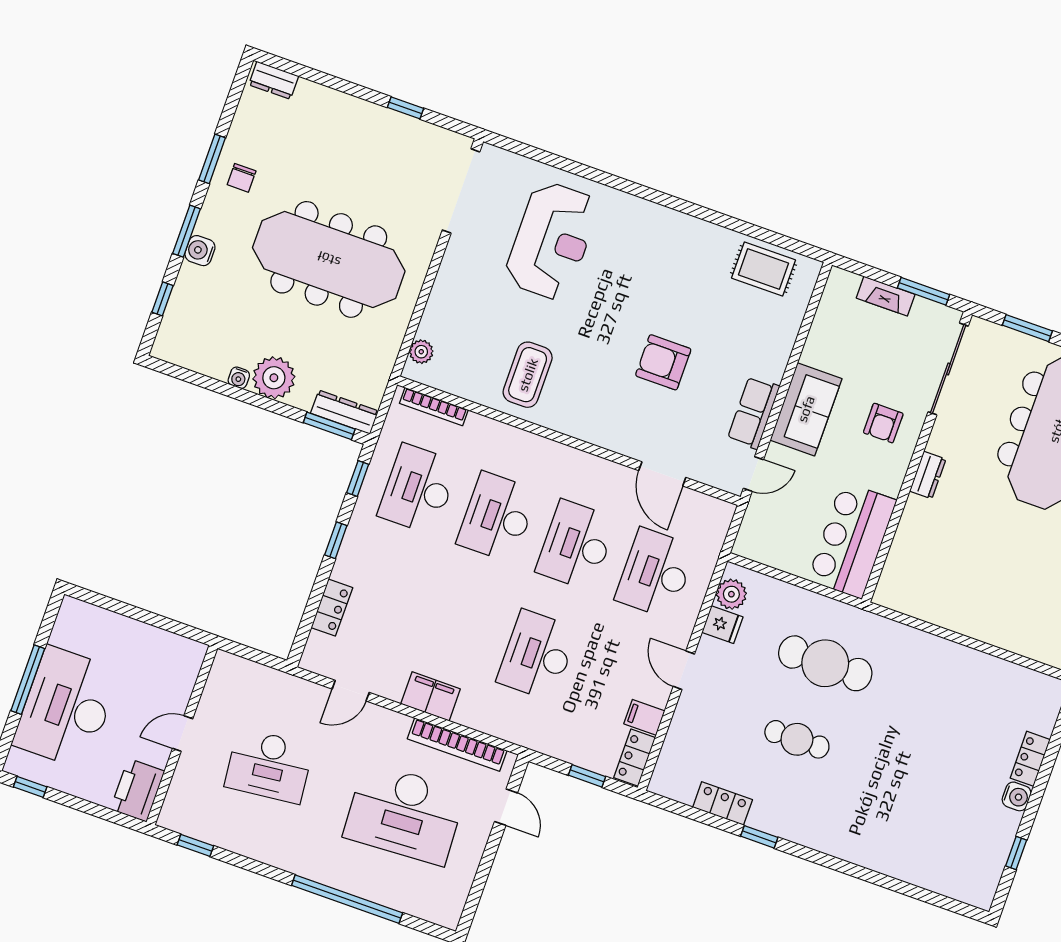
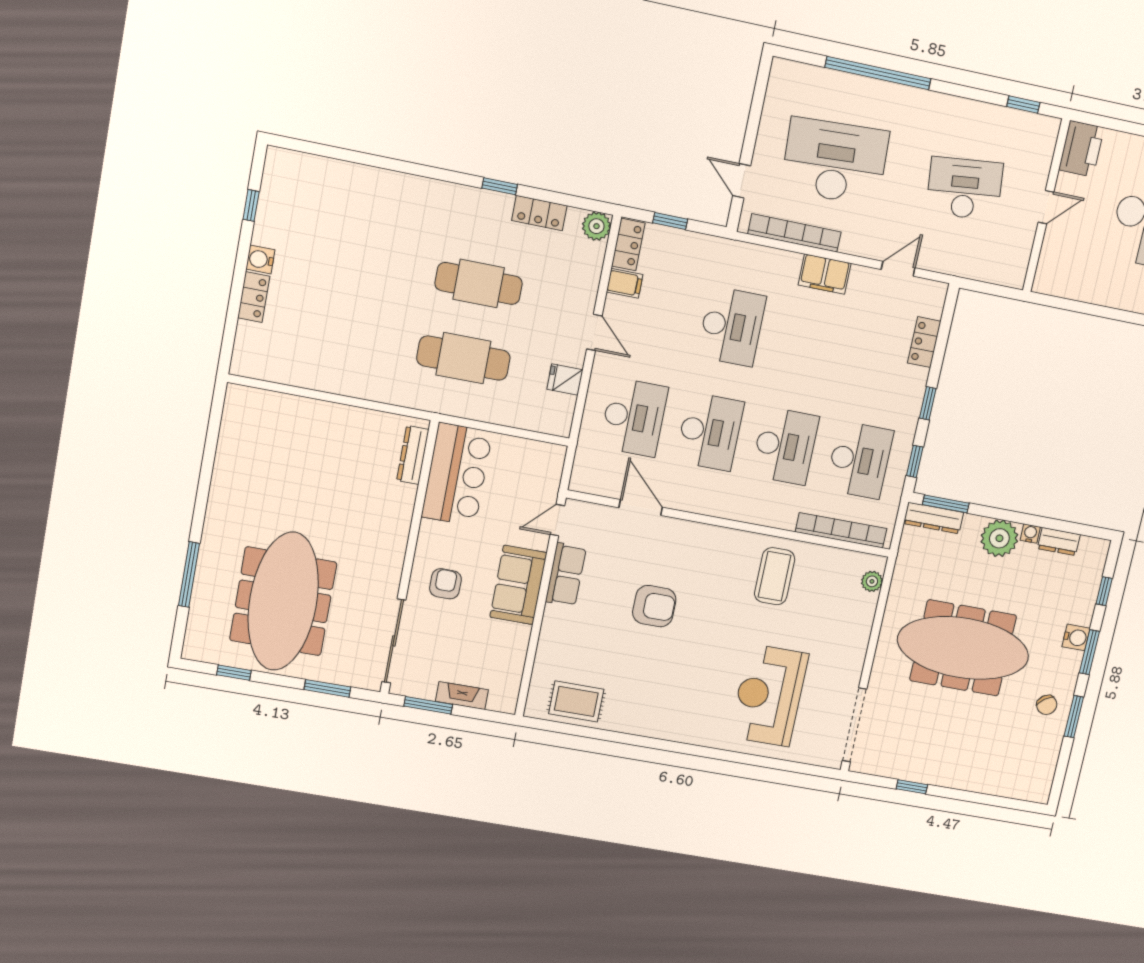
dresser: (274, 80) -> (1059, 541), moved, turned 180
chair: (242, 178) -> (1047, 705), turned 144
bookcase: (434, 407) -> (841, 530), width x1.48, depth x1.31
dresser: (928, 475) -> (413, 455), moved, width x1.44
plant: (731, 594) -> (596, 226), moved
cafe table: (797, 739) -> (479, 283), width x1.37, depth x1.35

